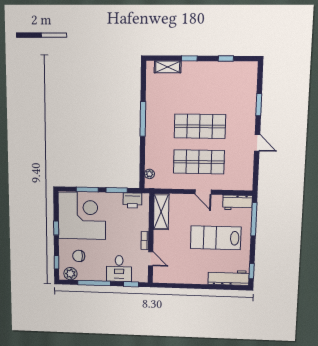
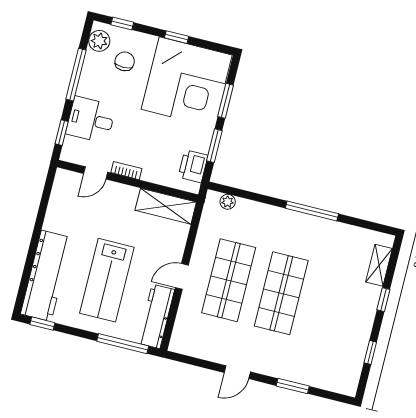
workbench: (237, 203) -> (156, 316), width x1.38
lab bench: (216, 238) -> (107, 280), turned 180
workbench: (228, 278) -> (46, 276), width x1.36, depth x1.32

